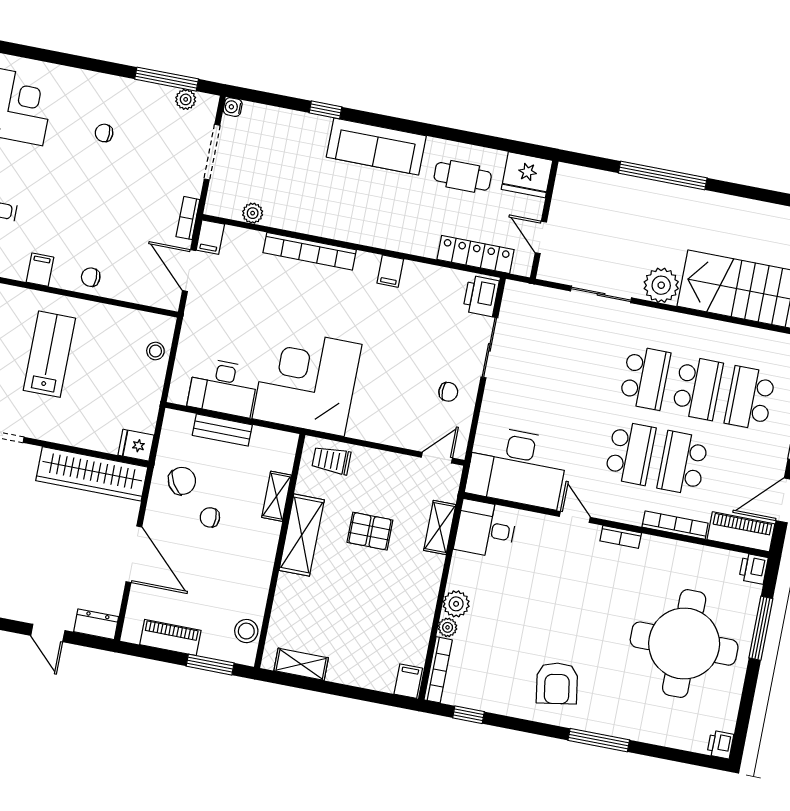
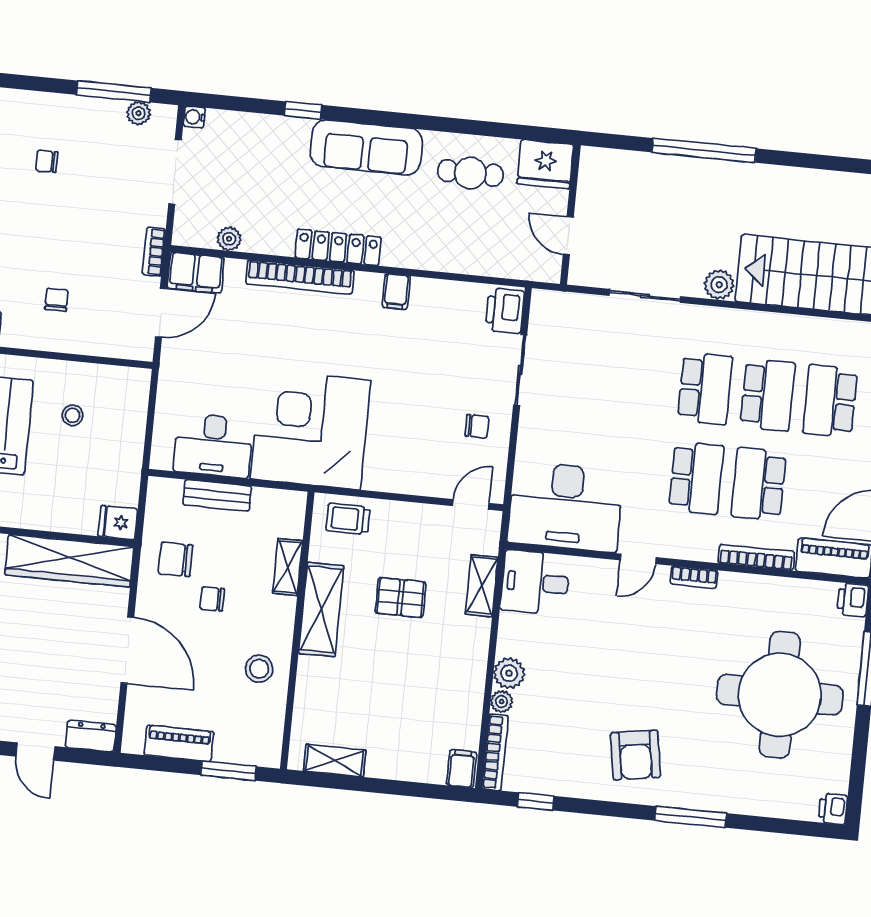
filing cabinet: (210, 237) -> (196, 273), width x2.00
locker: (476, 254) -> (338, 247), moved
door: (189, 271) -> (161, 313), swing flipped
chair: (91, 277) -> (57, 300), moved, turned 90
plant: (661, 285) -> (719, 285), width x0.73, depth x0.73
stool: (155, 351) -> (73, 415), moved
chair: (182, 481) -> (176, 559), turned -149
door: (575, 517) -> (638, 559), swing flipped
stool: (246, 631) -> (259, 669), moved

